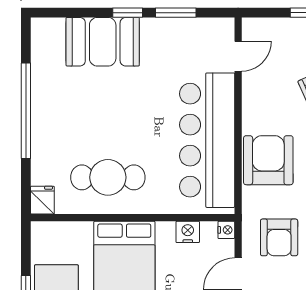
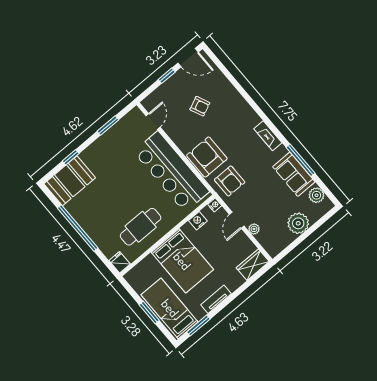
window: (128, 13) -> (71, 157), moved
booth: (103, 42) -> (70, 181), moved
armchair: (279, 237) -> (230, 181), moved

